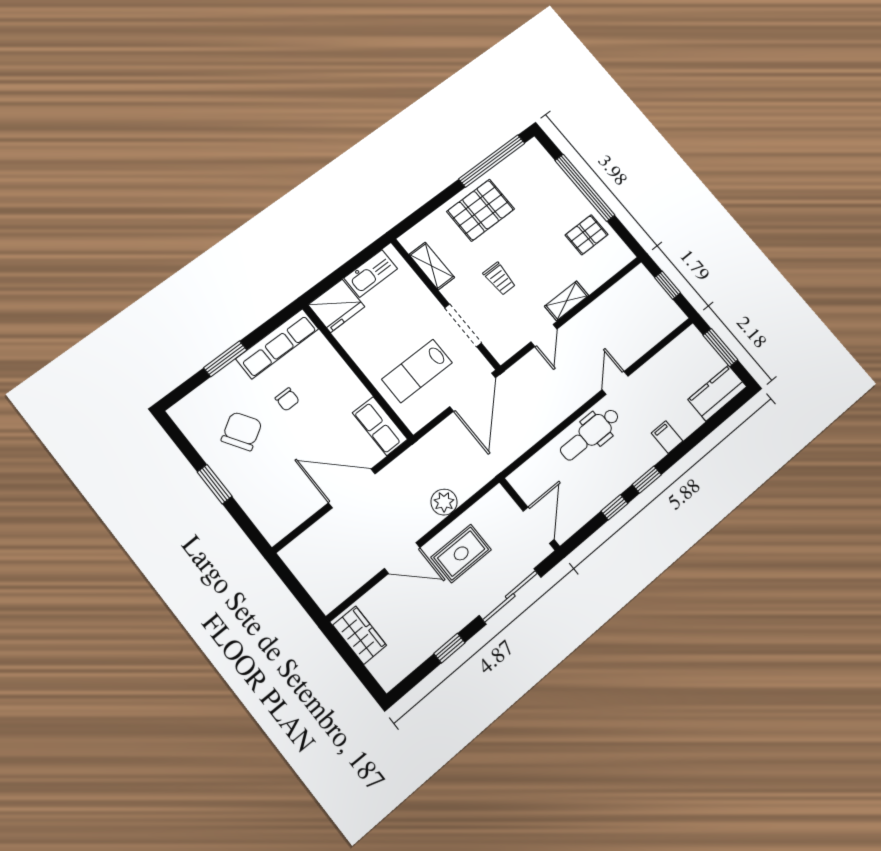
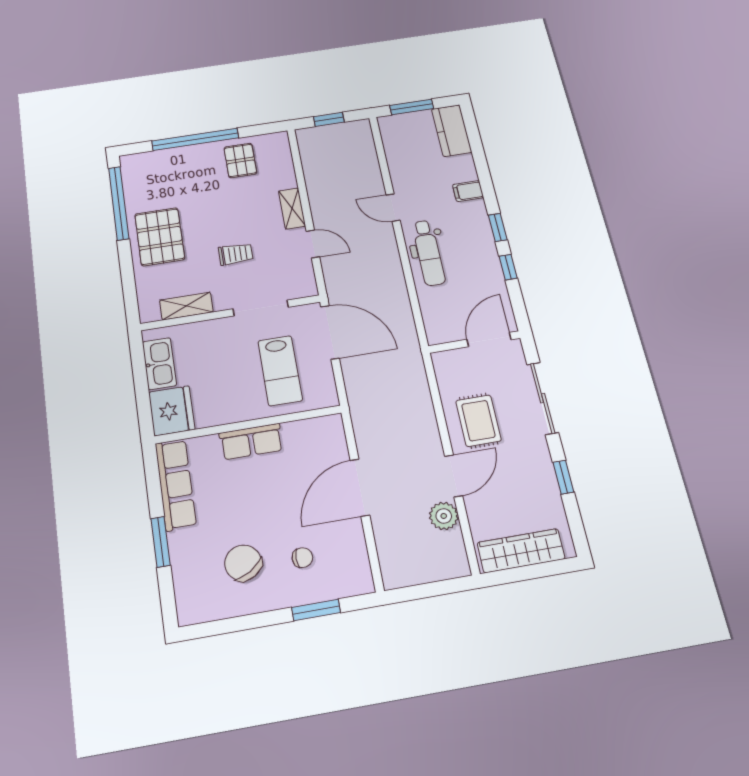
chair: (287, 399) -> (302, 558), moved
row of seats: (380, 426) -> (251, 442), moved
window: (215, 484) -> (316, 610), moved
plant: (444, 502) -> (444, 516), moved
door: (539, 525) -> (489, 340), hinge flipped
wardrobe: (360, 635) -> (521, 551), width x1.50

